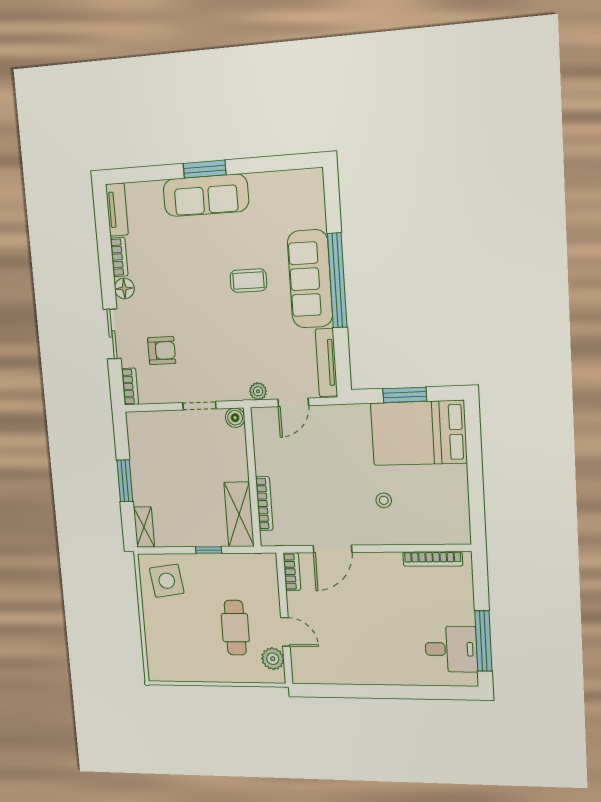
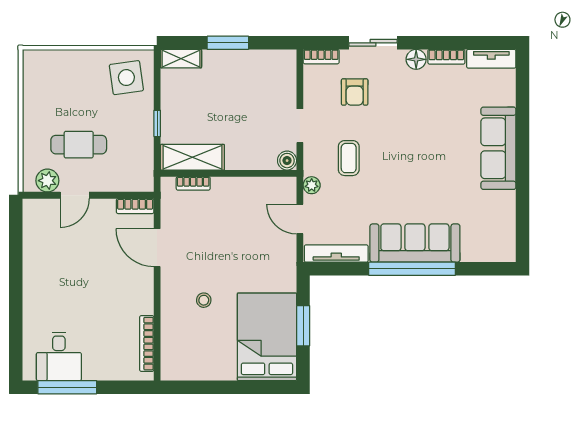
window: (205, 169) -> (523, 149), removed
coffee table: (248, 281) -> (349, 158), moved
bookcase: (264, 503) -> (193, 183), width x0.64

